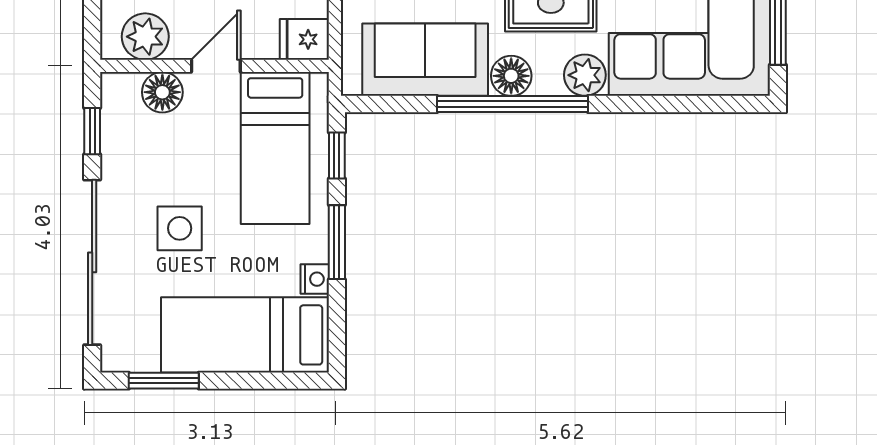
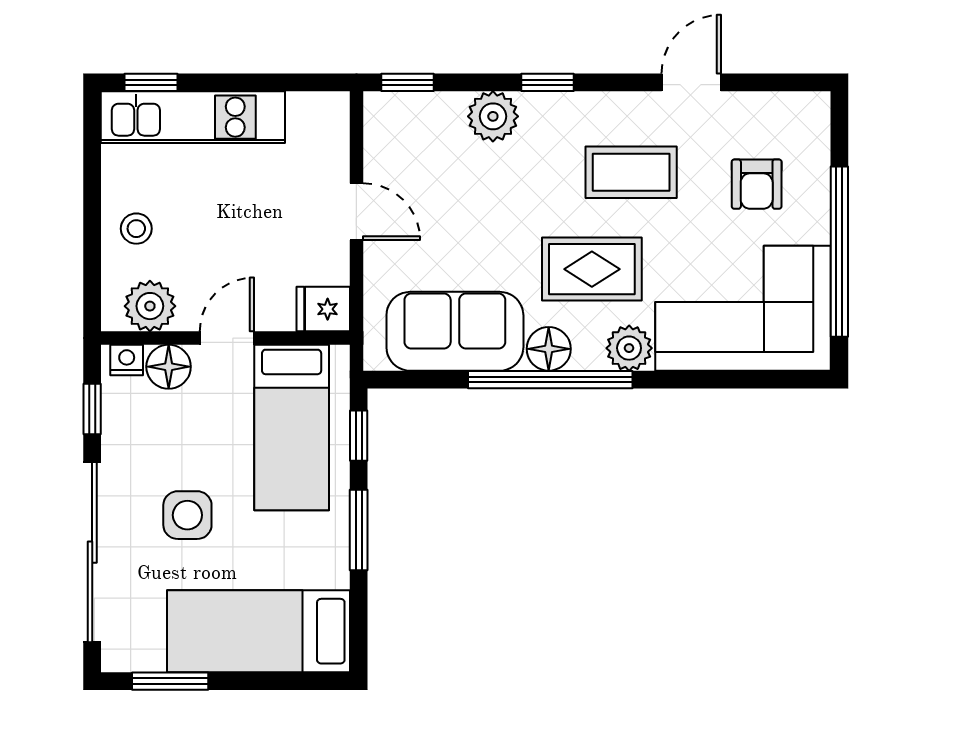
nightstand: (315, 279) -> (127, 360), moved, turned -90

